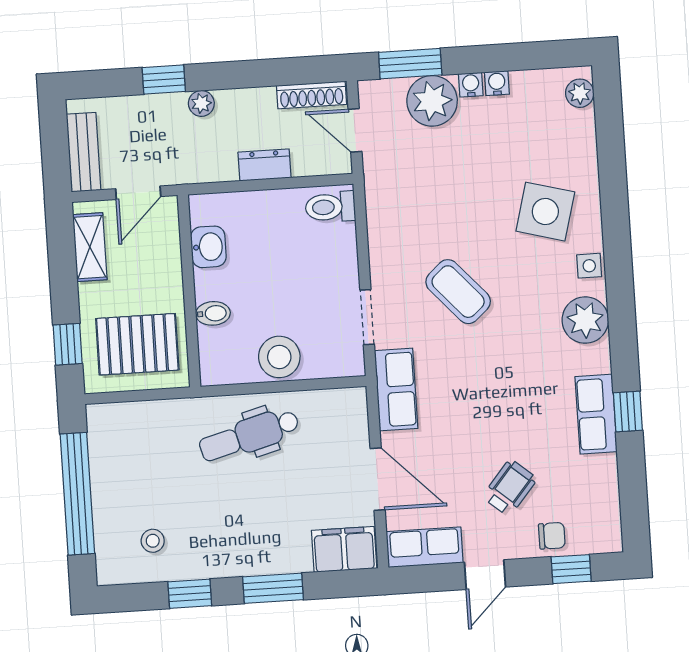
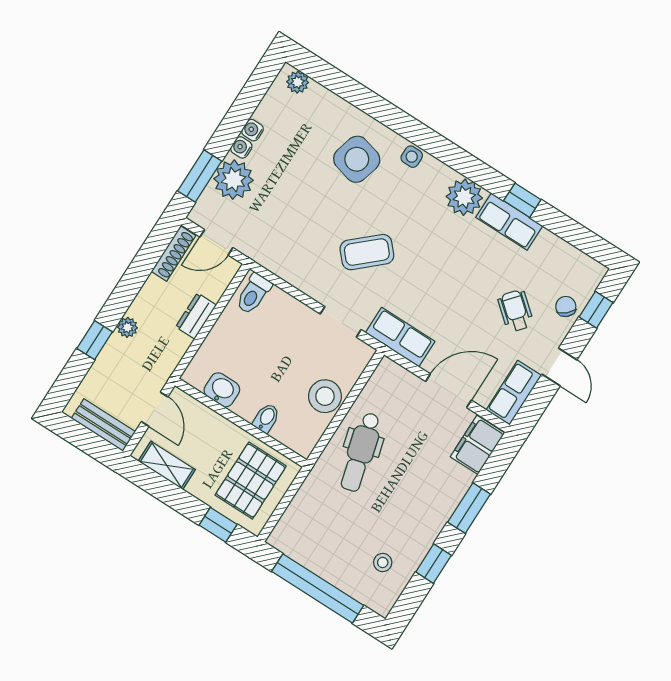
plant: (585, 320) -> (464, 197), moved
chair: (552, 536) -> (566, 306), turned -42

